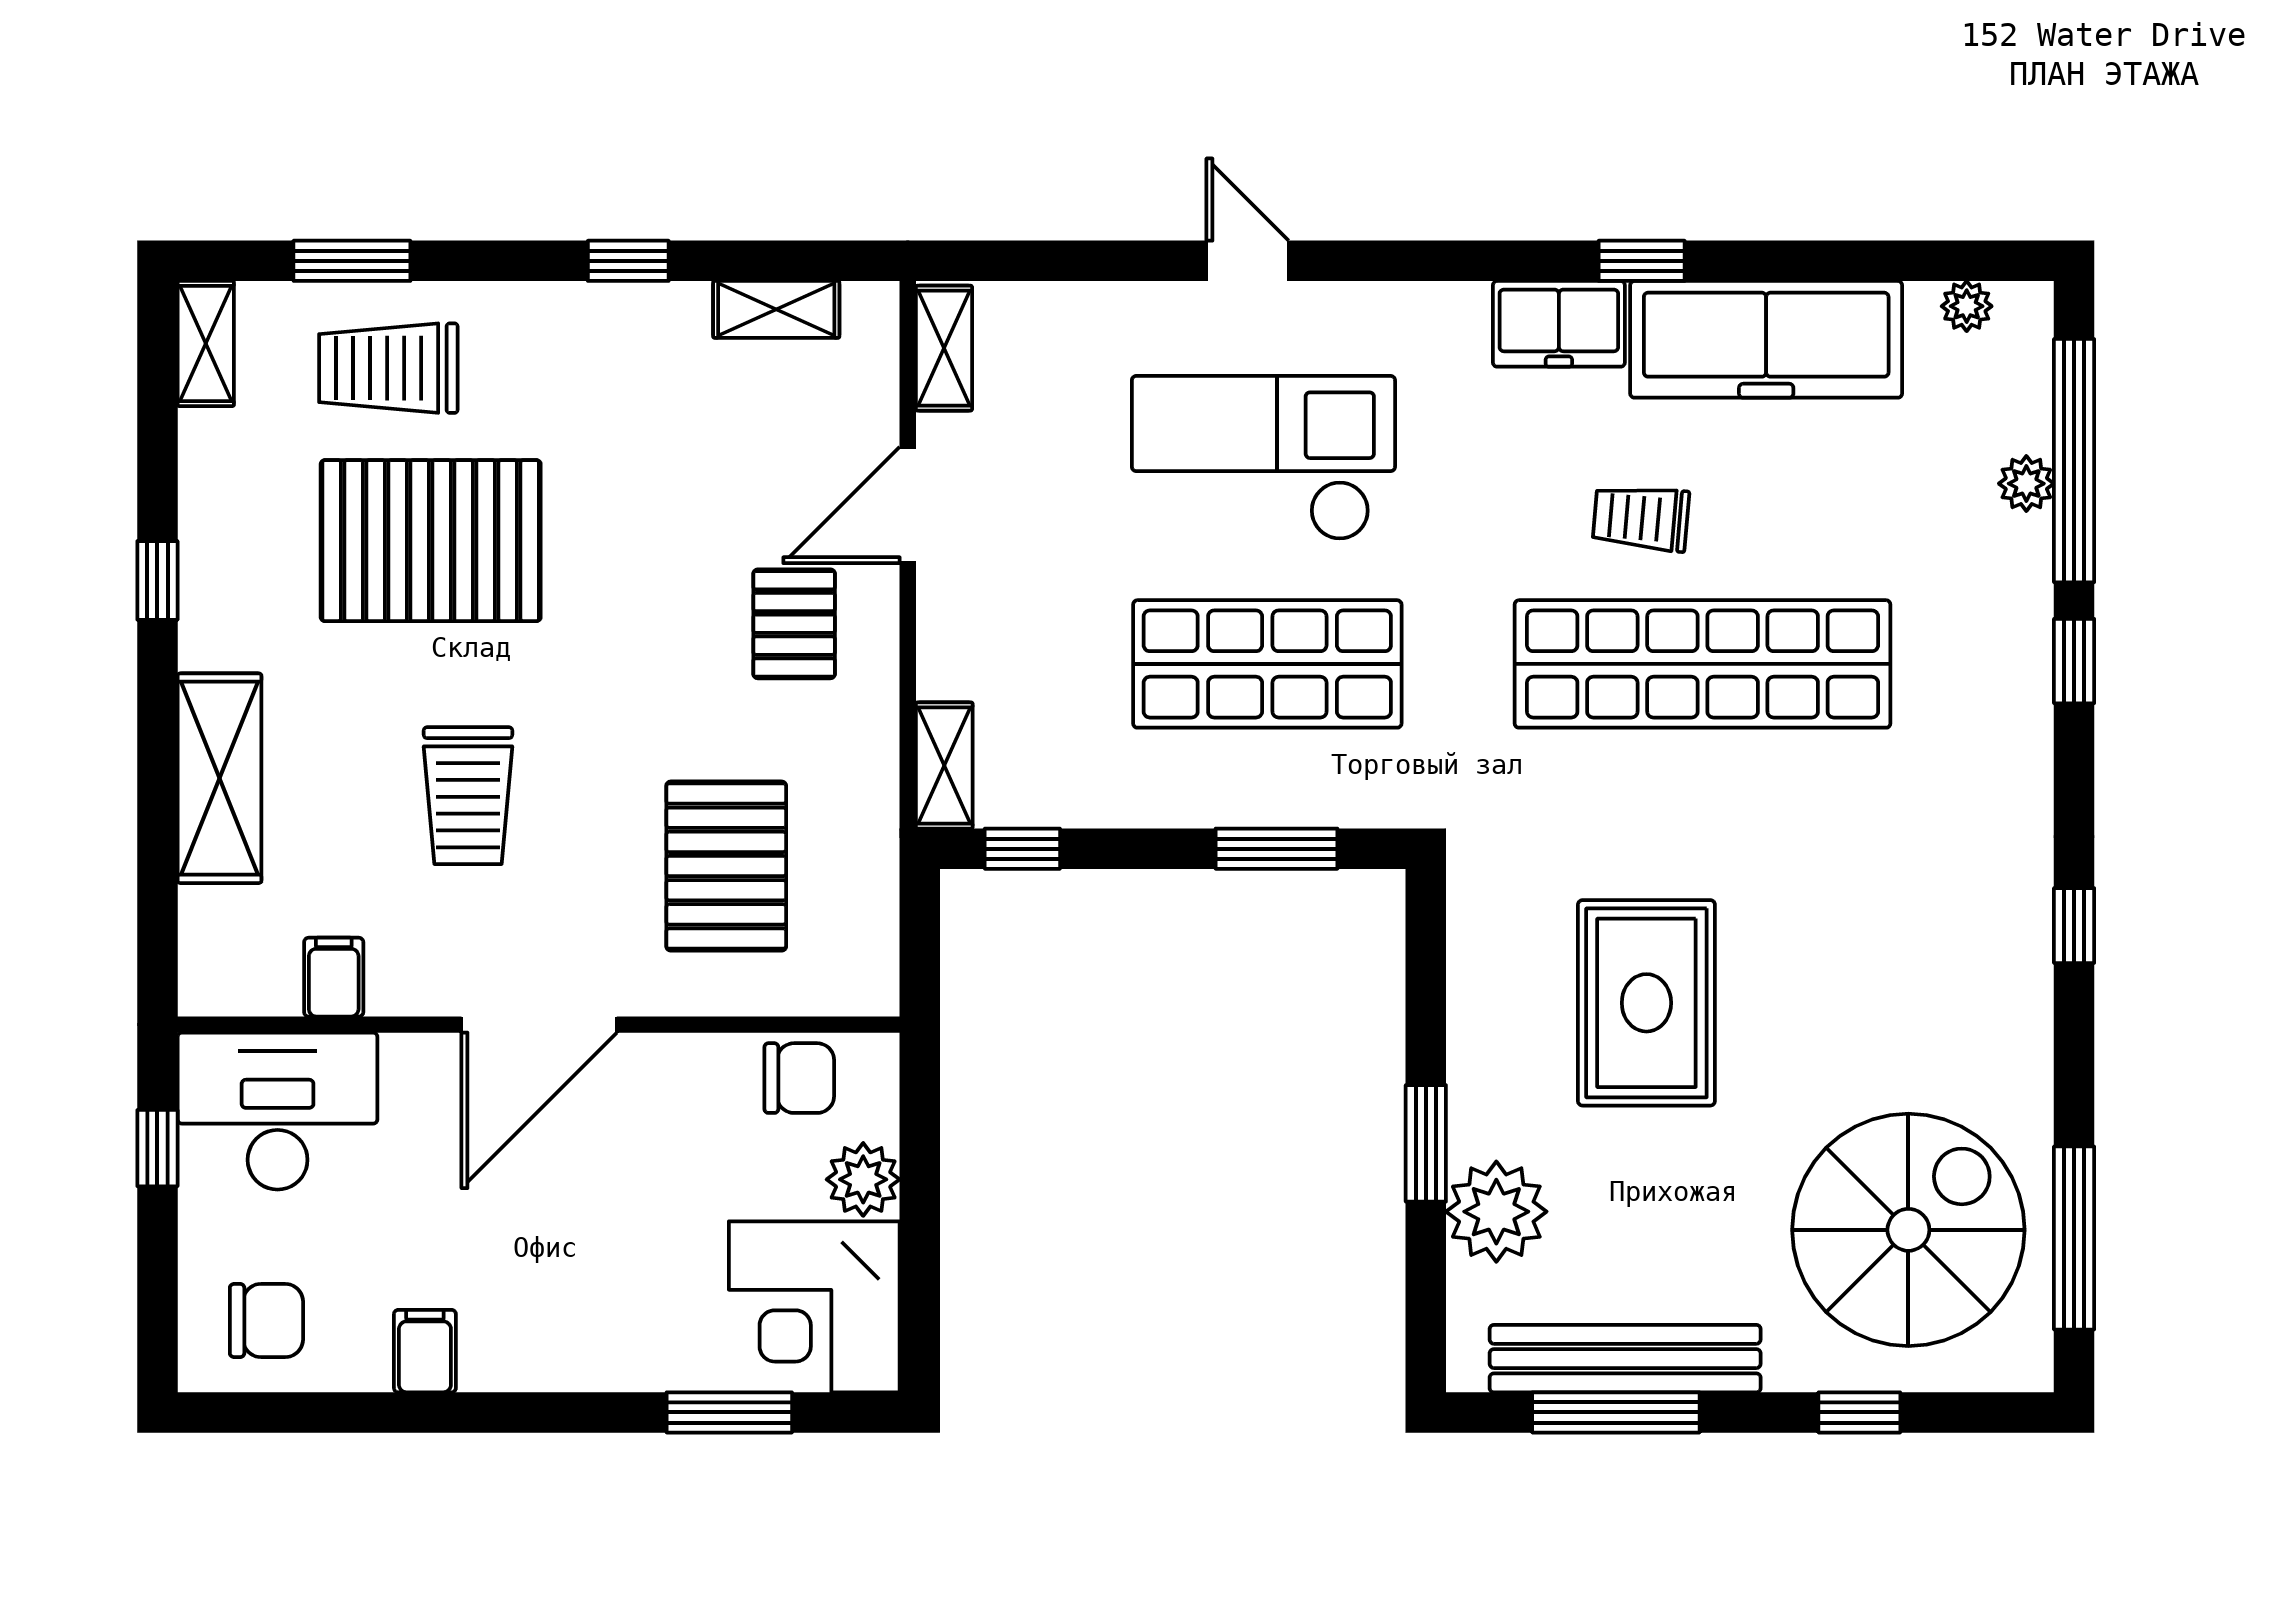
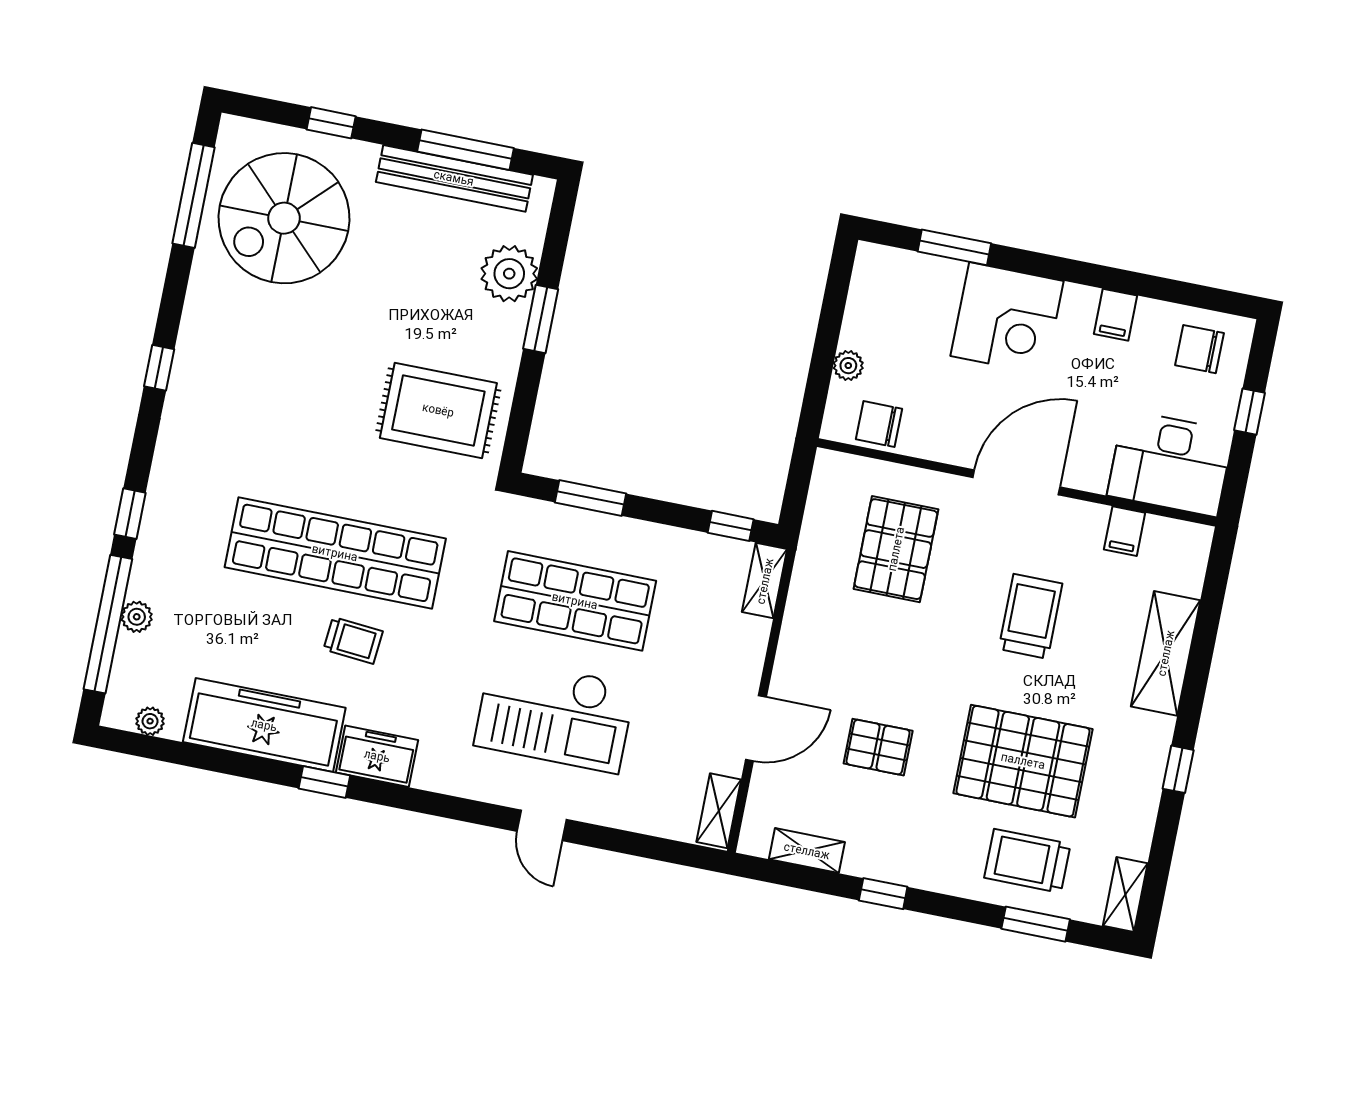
trolley: (388, 368) -> (1027, 861), turned 180
pallet: (794, 624) -> (878, 747), moved, turned 90
rug: (1646, 1003) -> (438, 410), moved, turned 90
window: (157, 1148) -> (1250, 412), moved
plant: (863, 1179) -> (848, 366), width x0.73, depth x0.73
corner desk: (814, 1307) -> (1007, 318), moved, turned 90

